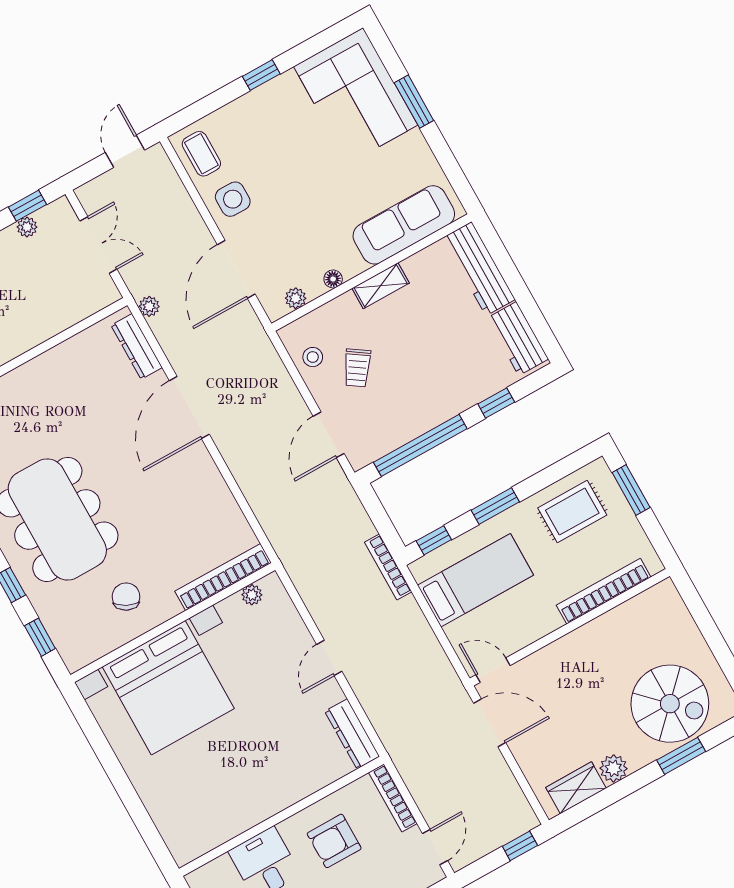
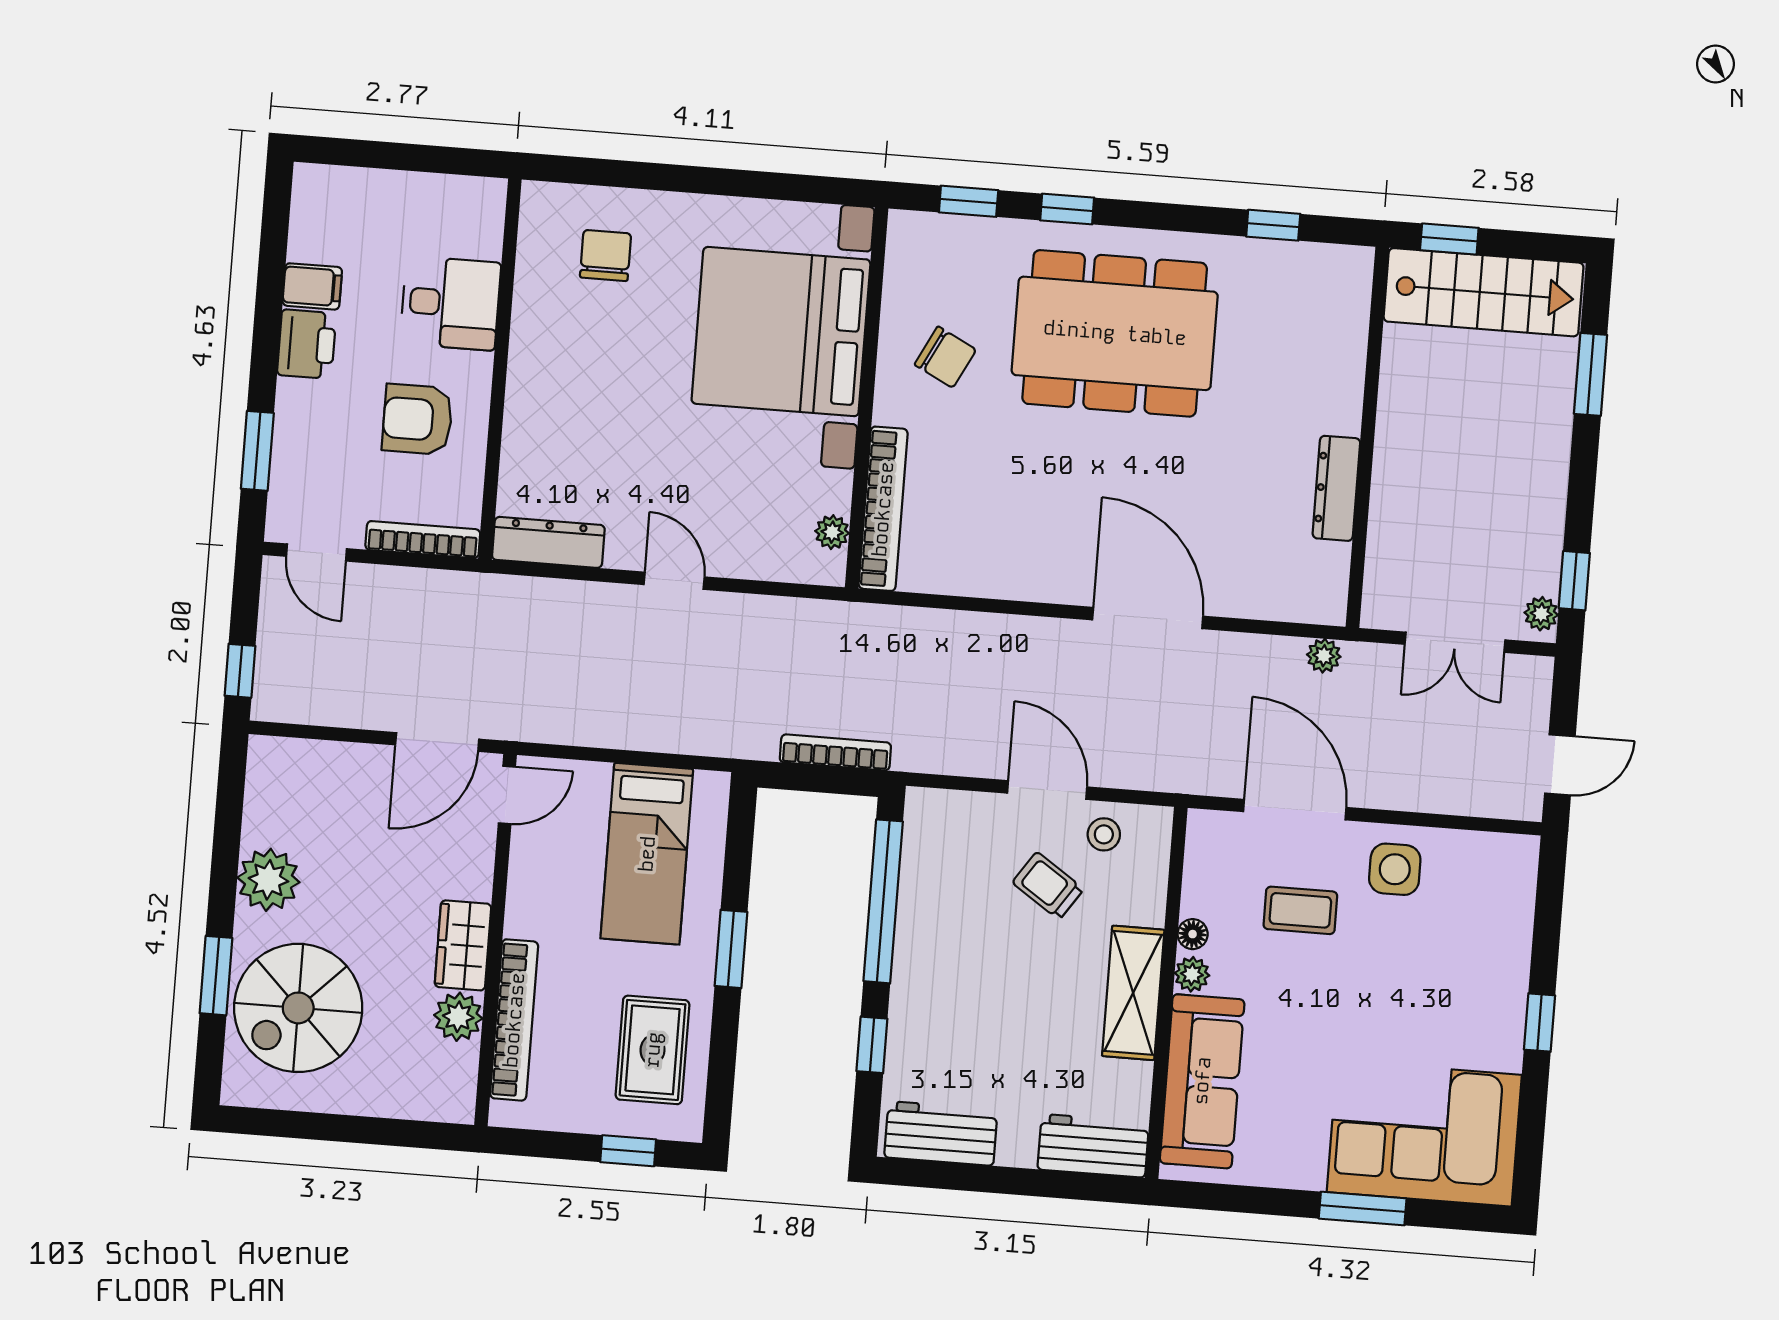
door: (125, 151) -> (1560, 765), hinge flipped
coffee table: (201, 154) -> (1300, 910), moved
plant: (27, 227) -> (1541, 614), moved
workbench: (479, 269) -> (1093, 1146), width x0.73
shelving: (381, 286) -> (1133, 993), width x1.50, depth x1.33
plant: (296, 298) -> (1192, 974), moved
dresser: (137, 347) -> (1336, 488), moved, turned -90
door: (329, 435) -> (1047, 790), moved
window: (631, 490) -> (628, 1151), width x0.67
window: (434, 540) -> (740, 833), removed
bookcase: (388, 567) -> (835, 752), moved
plant: (621, 620) -> (458, 1017), added
plant: (614, 768) -> (268, 880), width x1.36, depth x1.36
wardrobe: (576, 788) -> (463, 945), moved, turned 180
chair: (189, 801) -> (606, 255), added
armchair: (334, 841) -> (417, 419), turned -90

